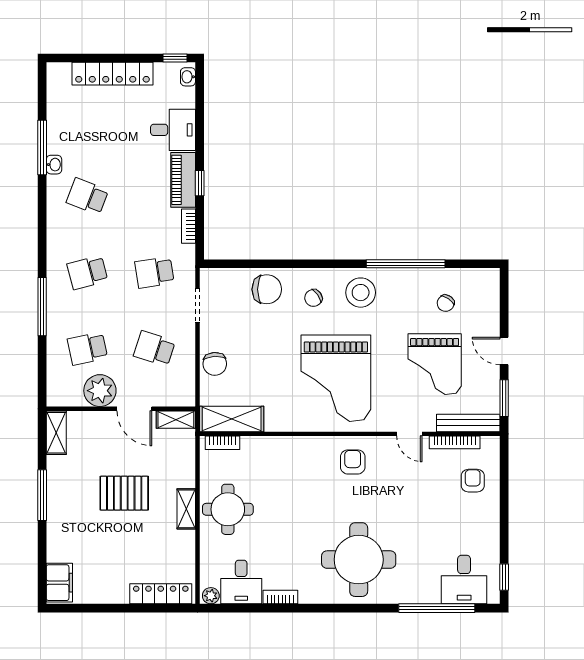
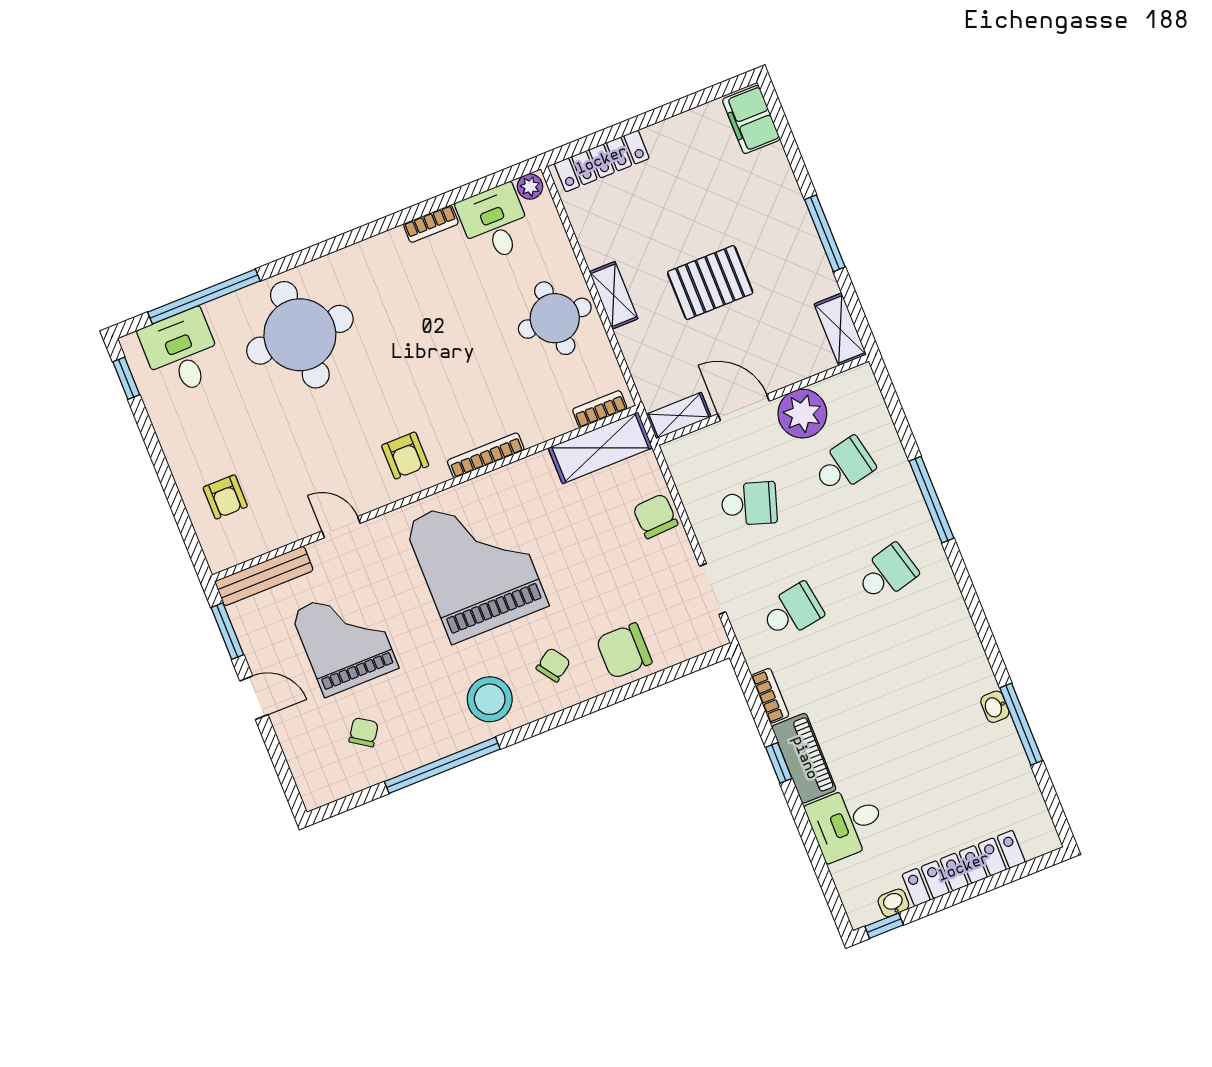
washbasin: (188, 77) -> (893, 903), moved, turned -90
school desk: (87, 196) -> (930, 681), removed
bookcase: (455, 442) -> (486, 455), moved
round table: (359, 560) -> (300, 335), moved

